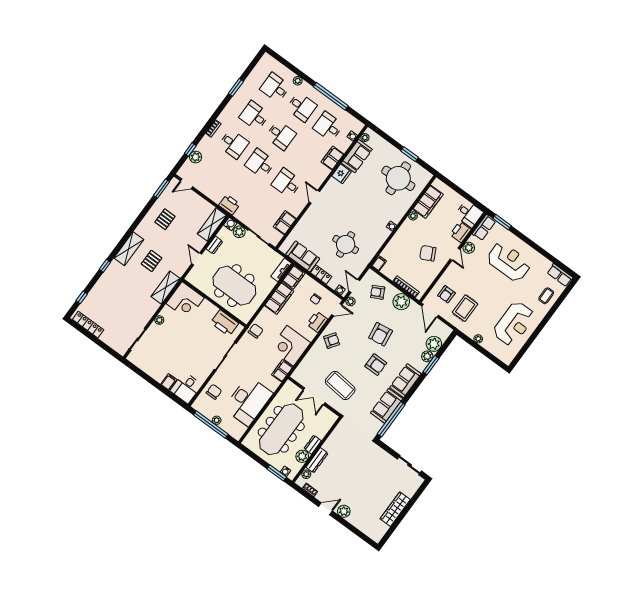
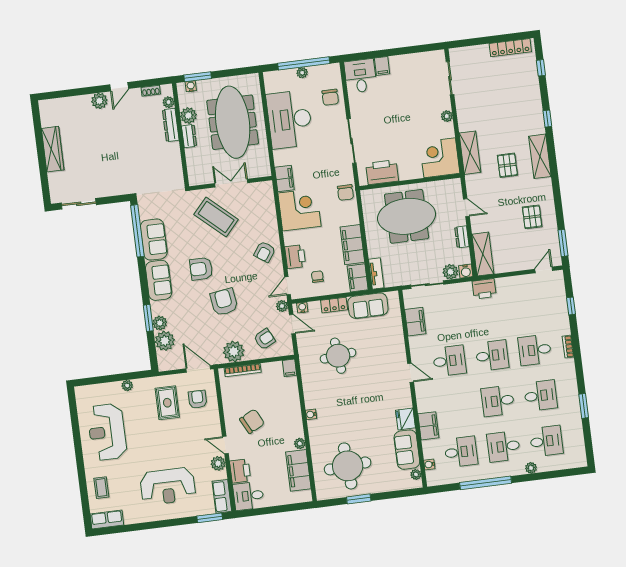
plant: (196, 157) -> (559, 303), removed
coffee table: (340, 385) -> (216, 217), turned 36

